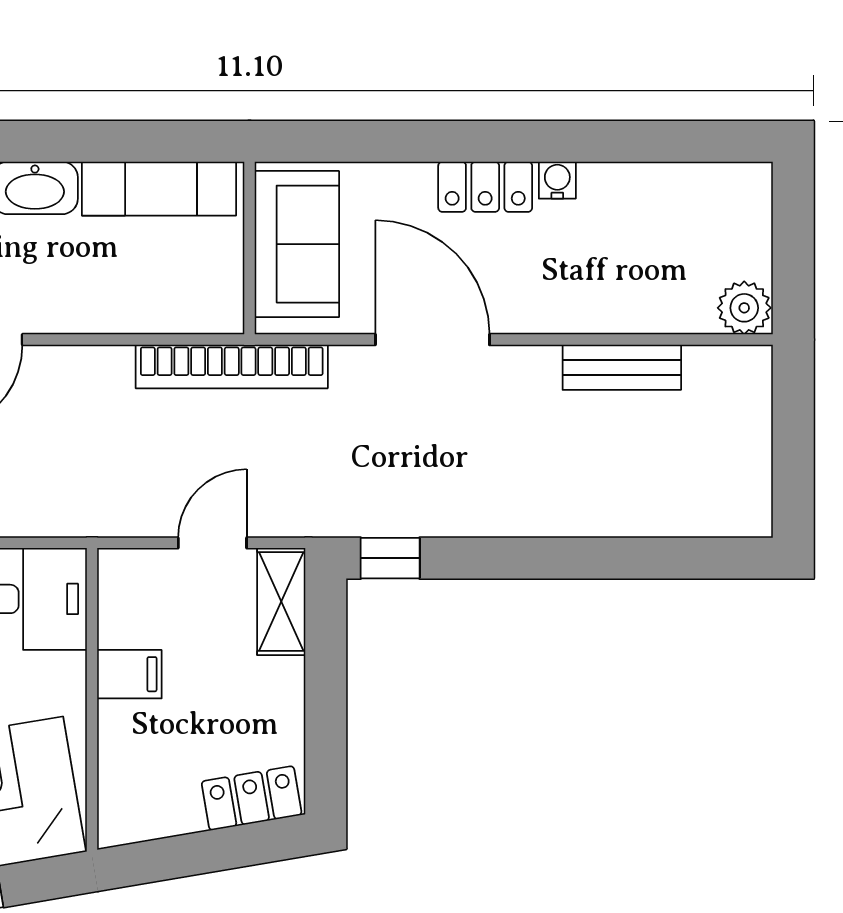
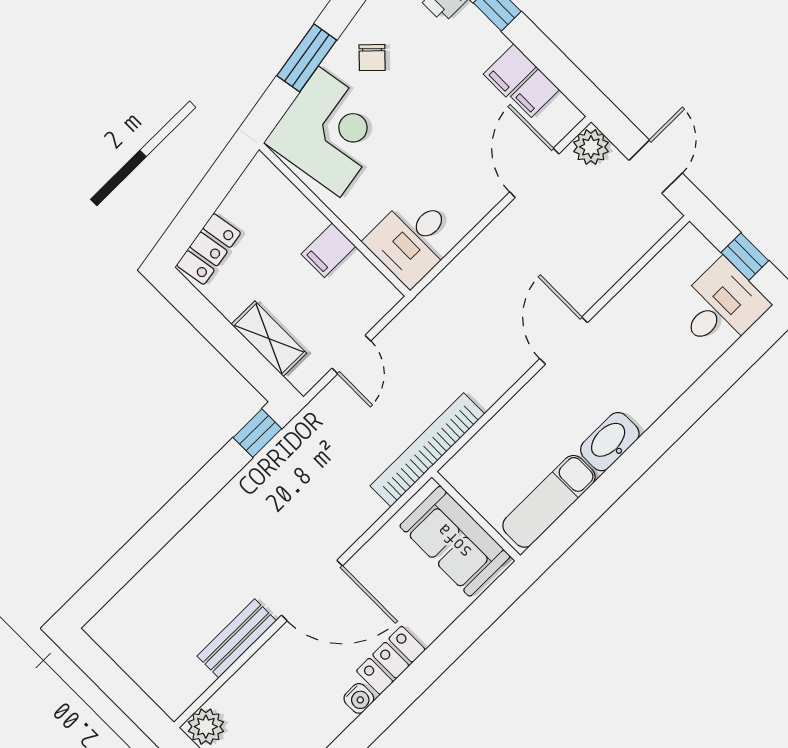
door: (432, 340) -> (312, 591), moved
shelving: (281, 602) -> (269, 339), moved

